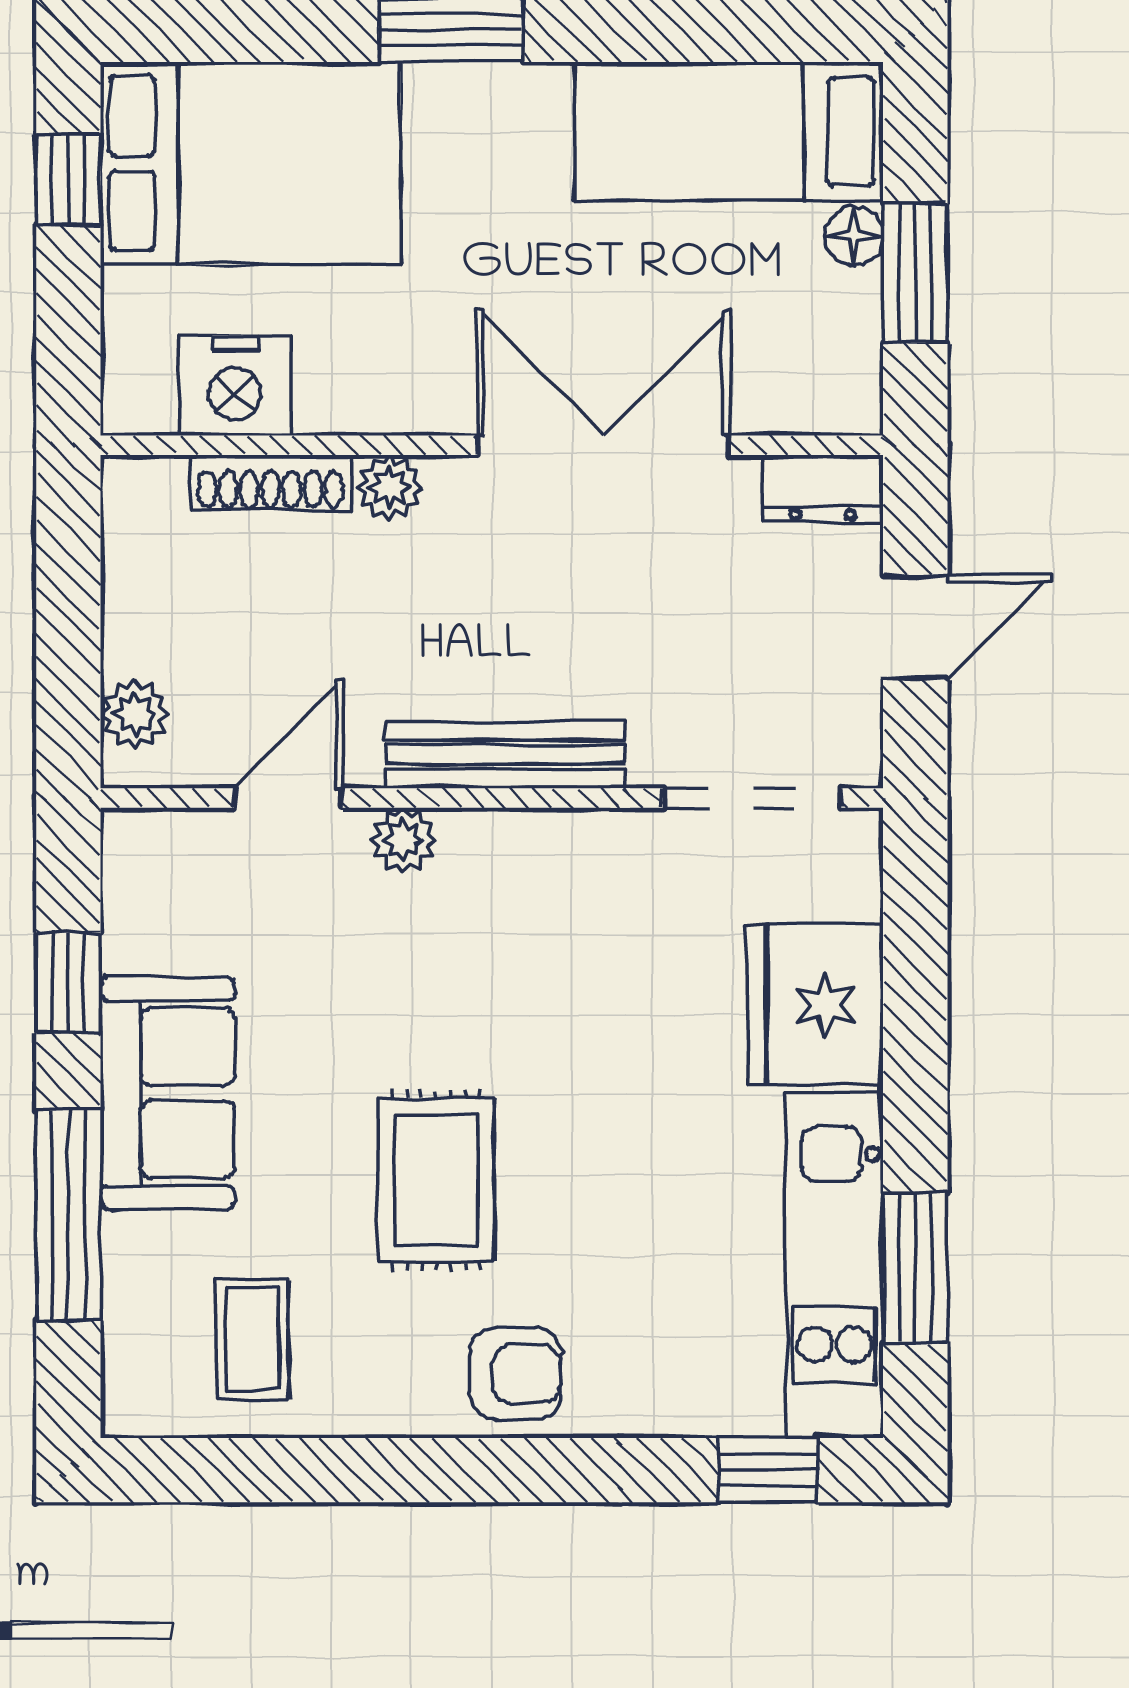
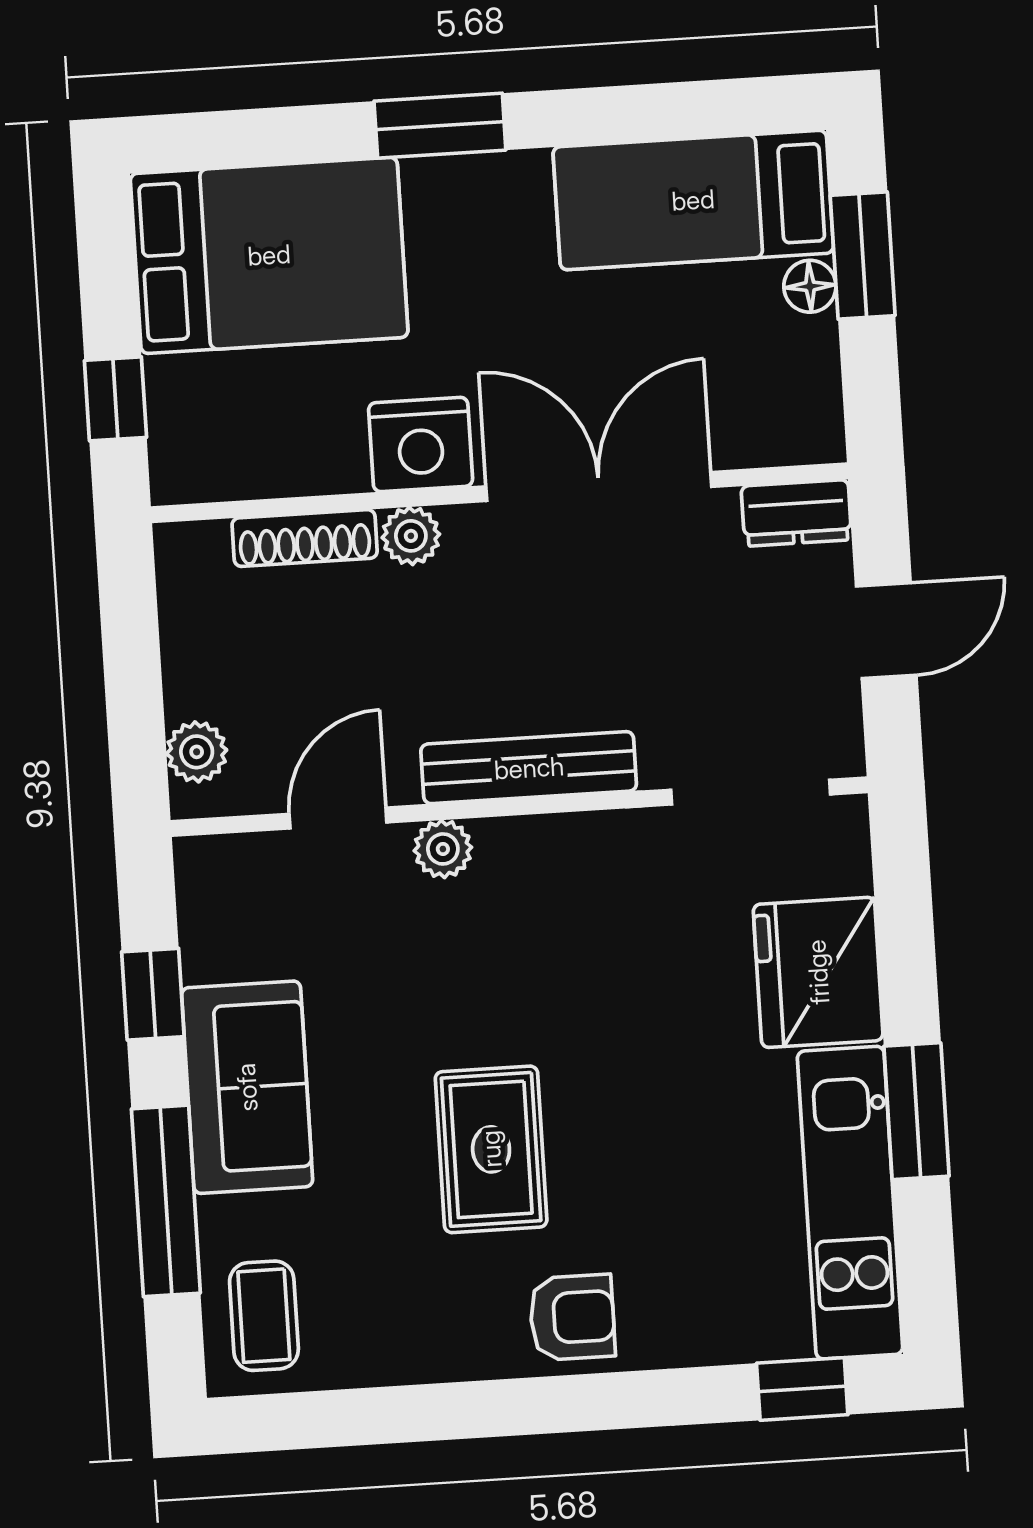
window: (68, 179) -> (115, 399), moved
window: (915, 273) -> (863, 255), moved
nightstand: (235, 386) -> (421, 444), moved
window: (915, 1268) -> (916, 1111), moved
coffee table: (252, 1339) -> (264, 1316), moved

